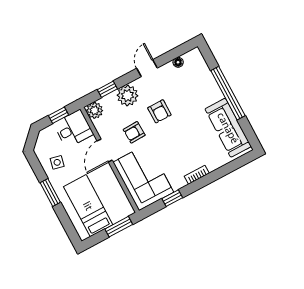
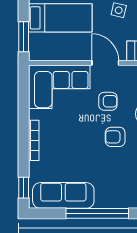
armchair: (134, 132) -> (108, 101), turned 92
bookcase: (197, 175) -> (34, 140), width x1.56
window: (172, 198) -> (24, 188), moved

